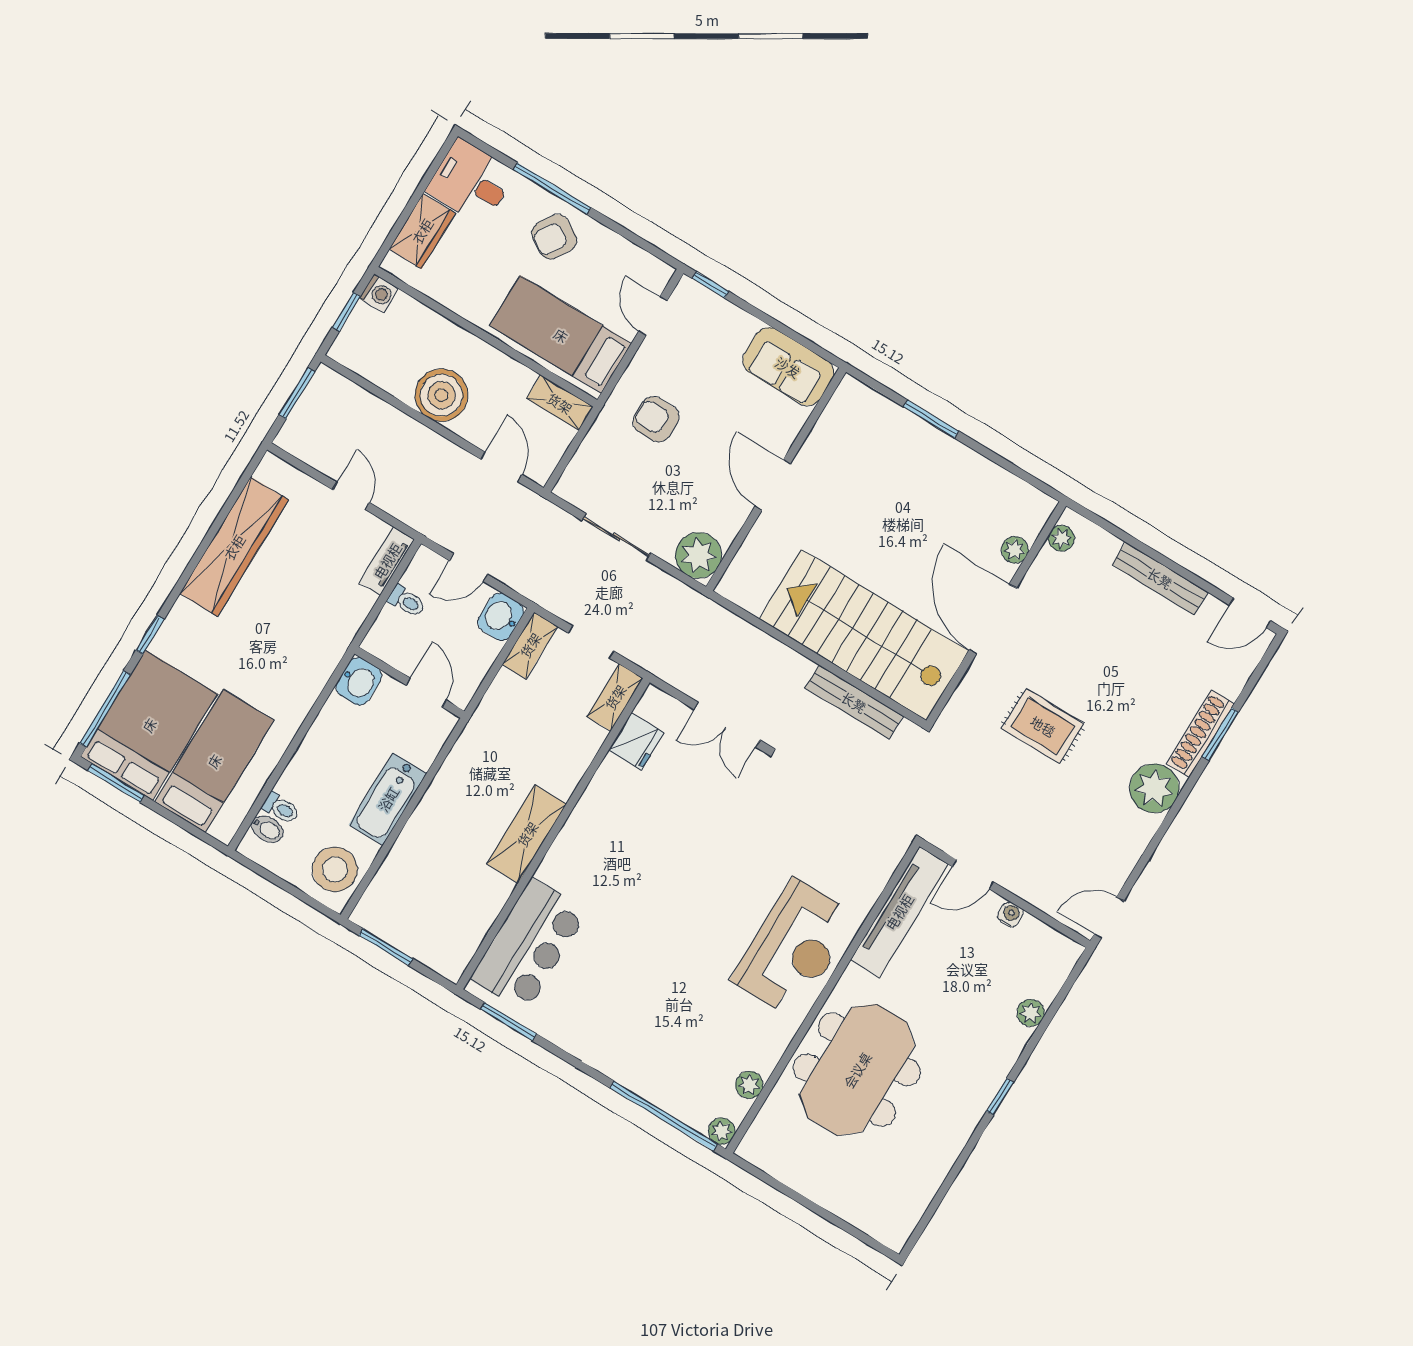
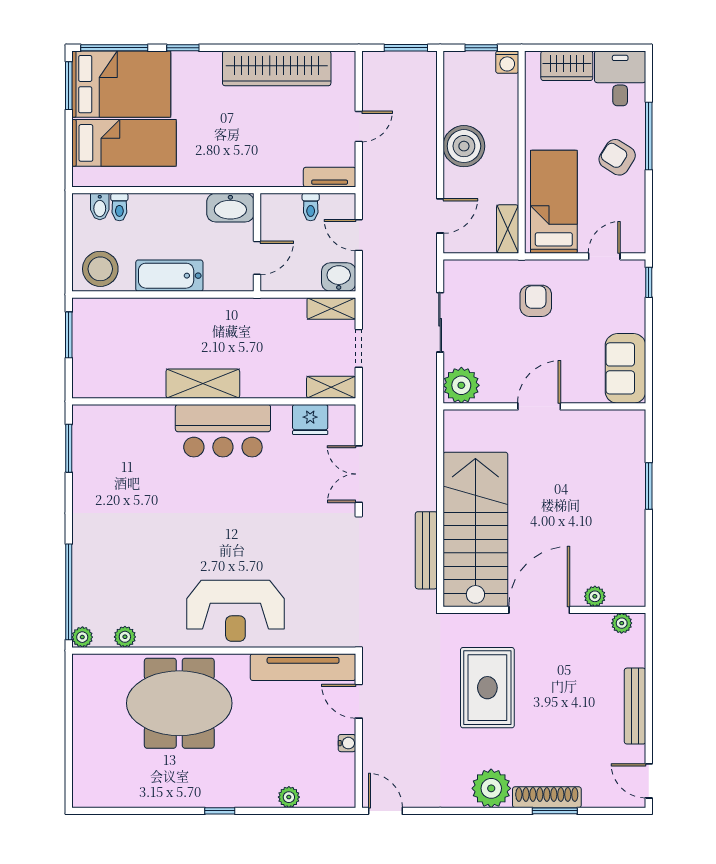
washbasin: (359, 681) -> (230, 208), width x1.38
rug: (1043, 726) -> (487, 688), width x1.36, depth x1.43
bar counter: (529, 945) -> (223, 431), moved

